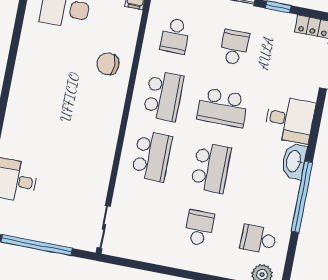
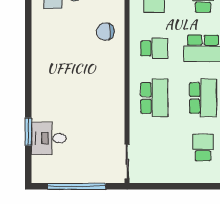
school desk: (163, 96) -> (154, 48), width x0.54

